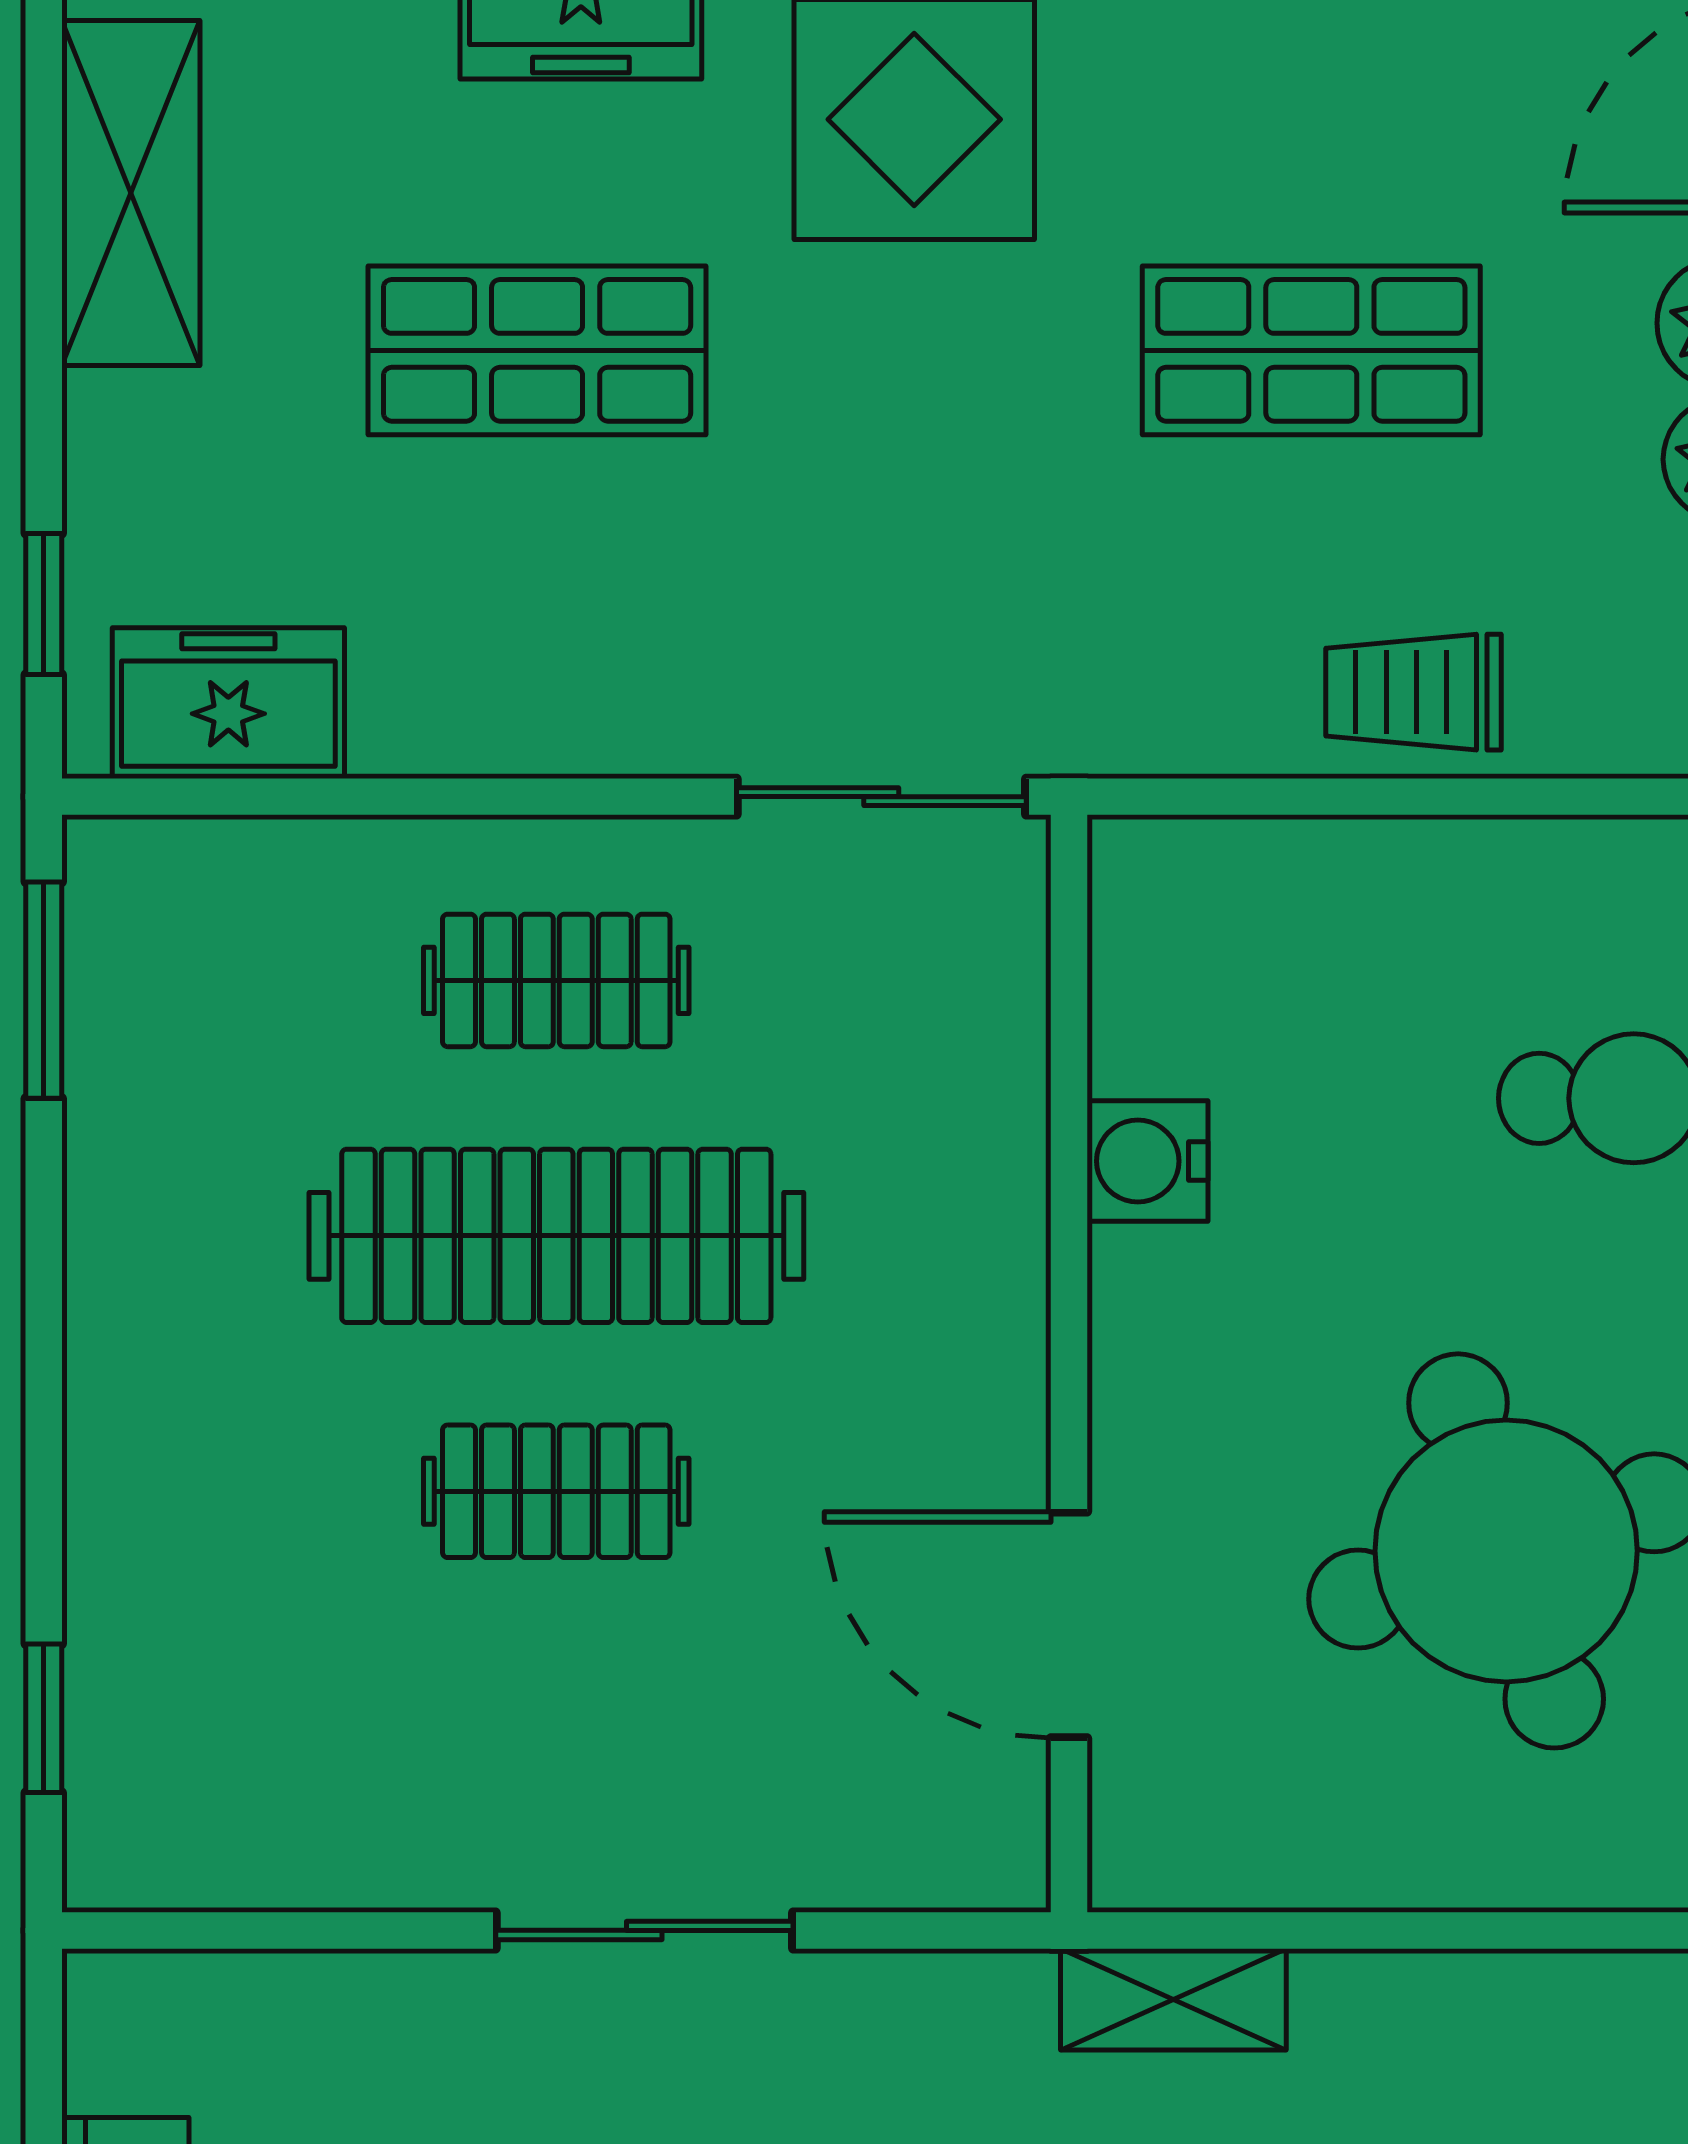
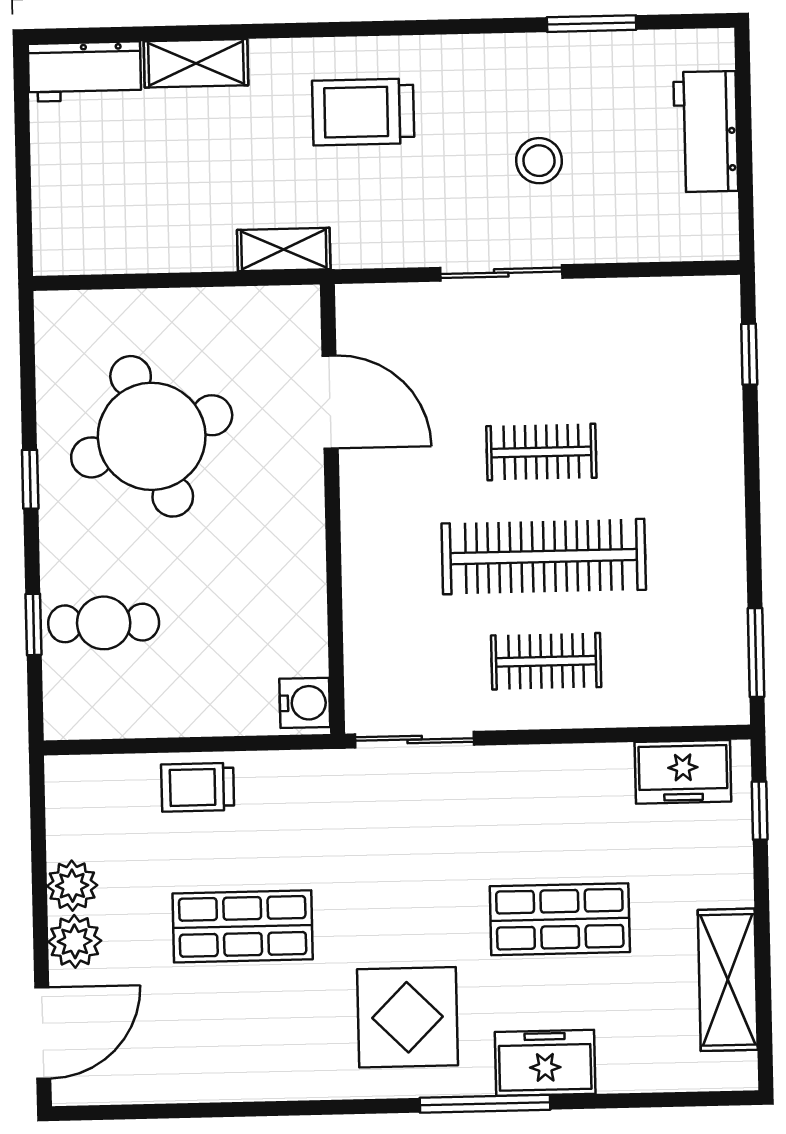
trolley: (1413, 692) -> (198, 787), turned 180
water cooler: (1147, 1161) -> (305, 703), moved

